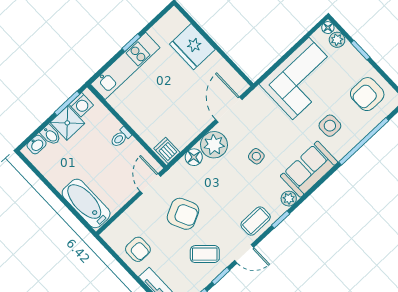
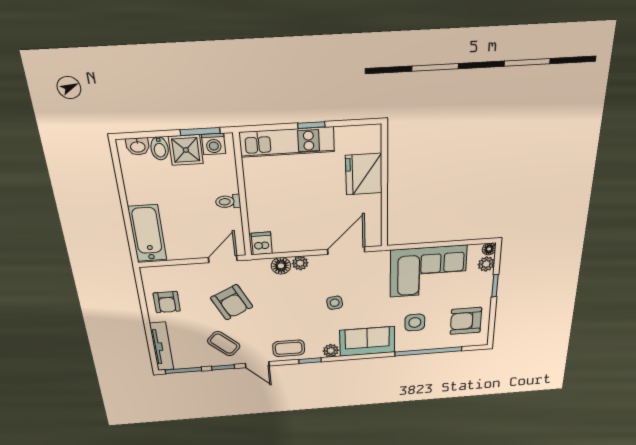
plant: (214, 145) -> (300, 263), width x0.53, depth x0.53

